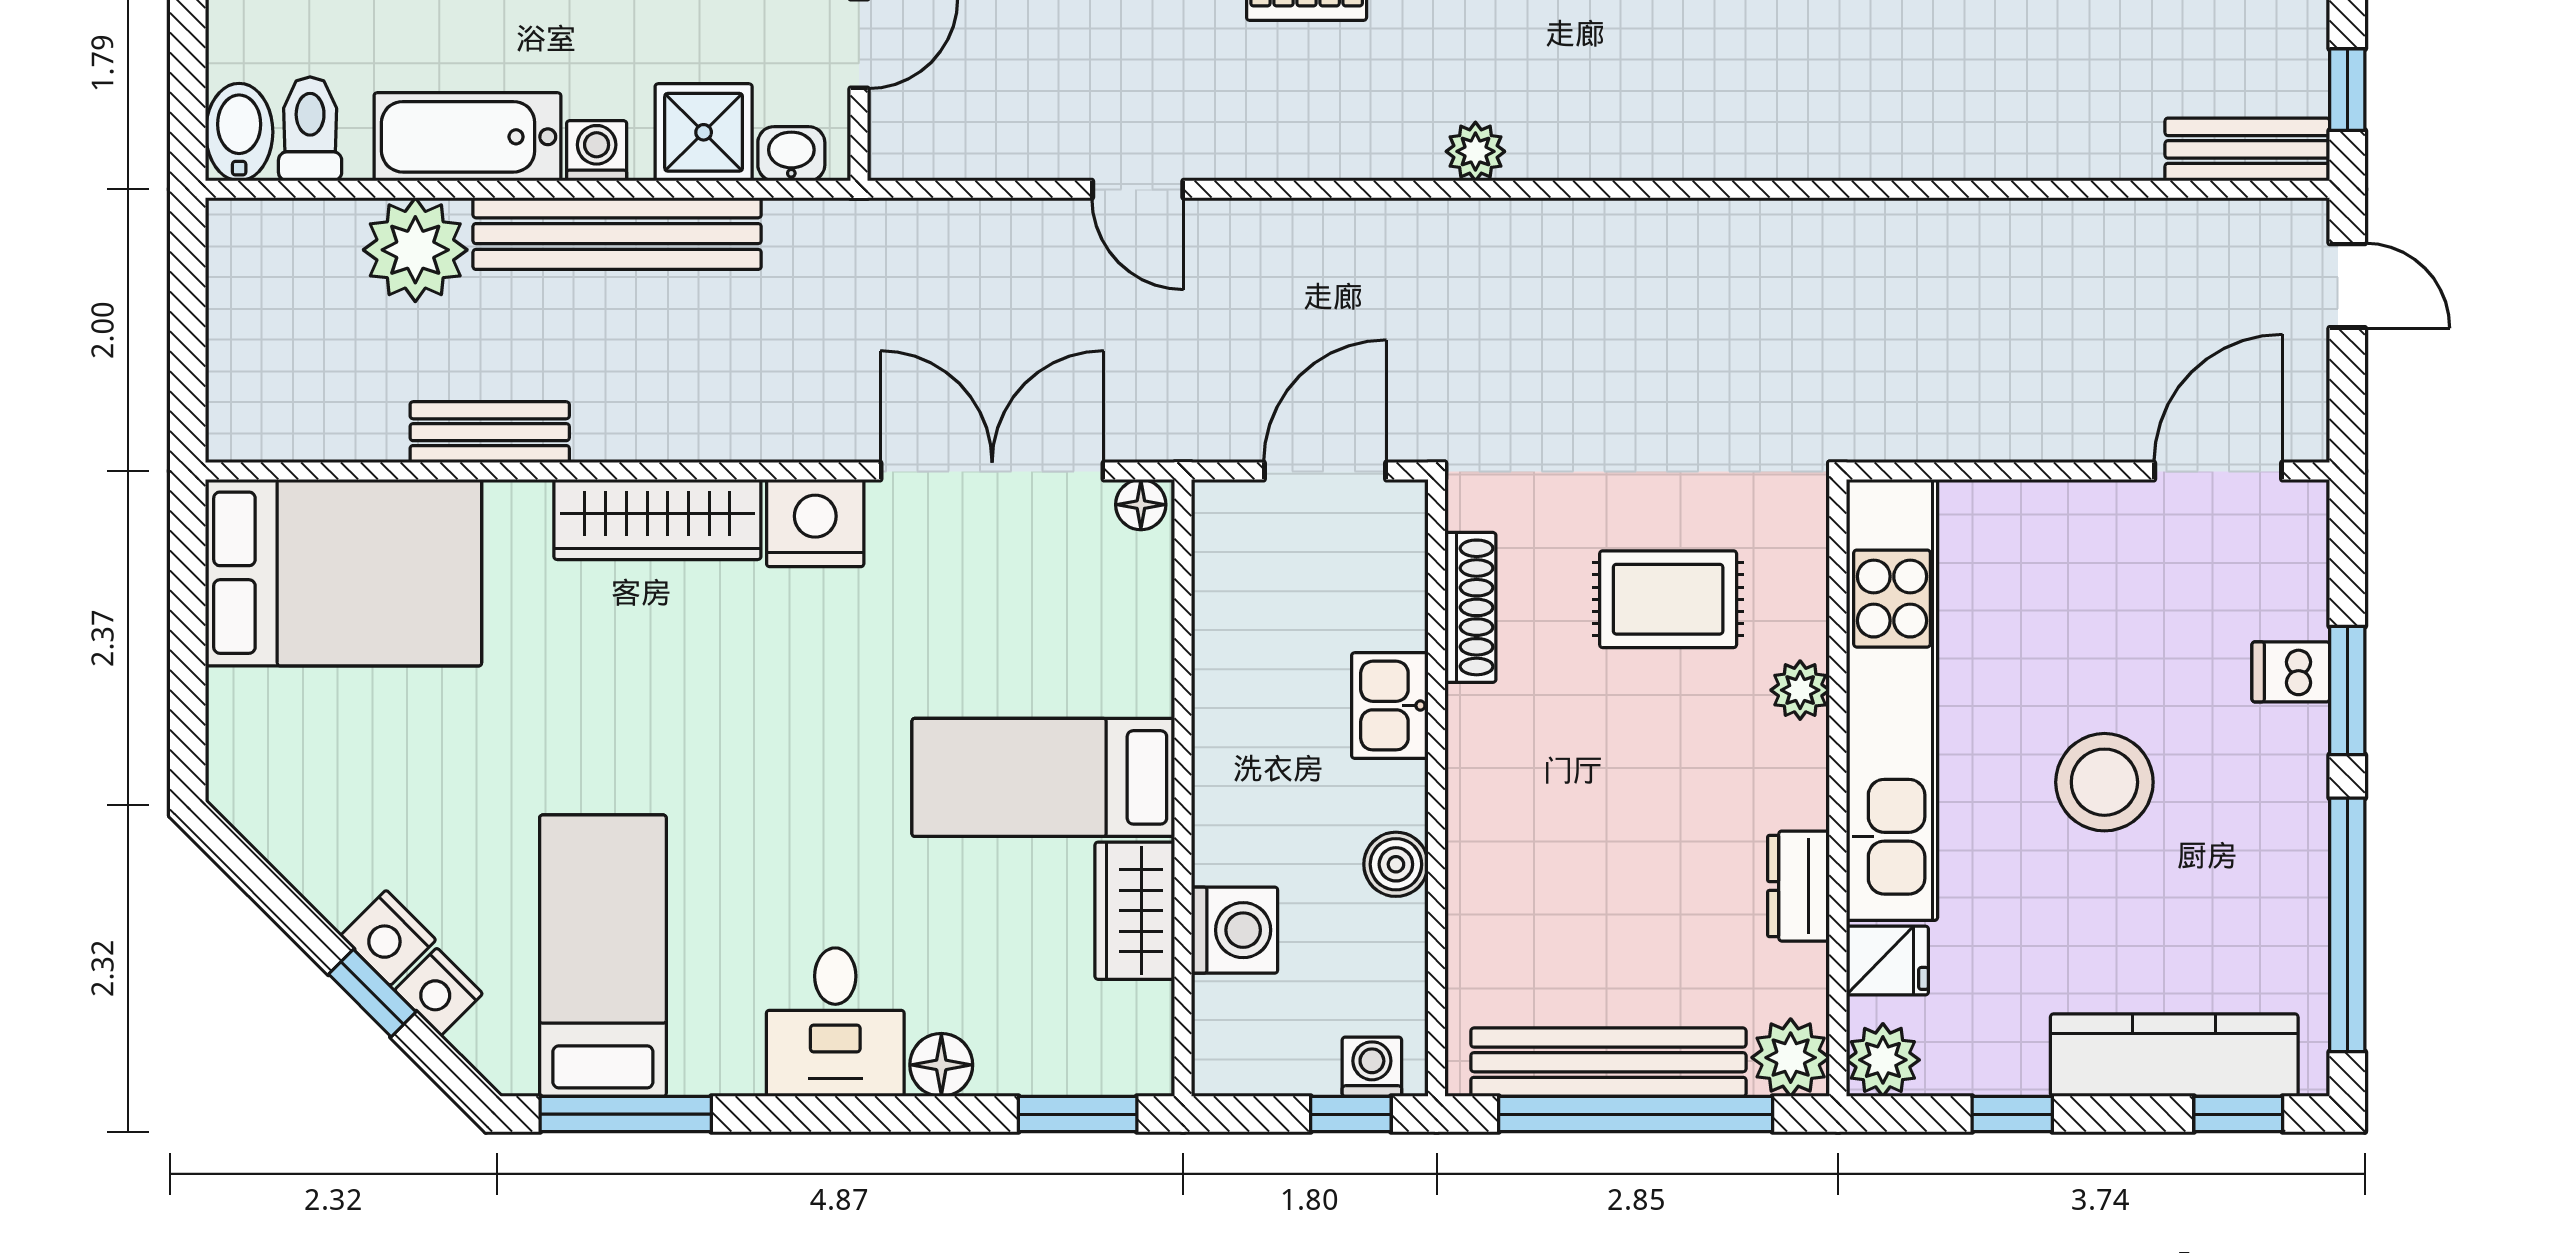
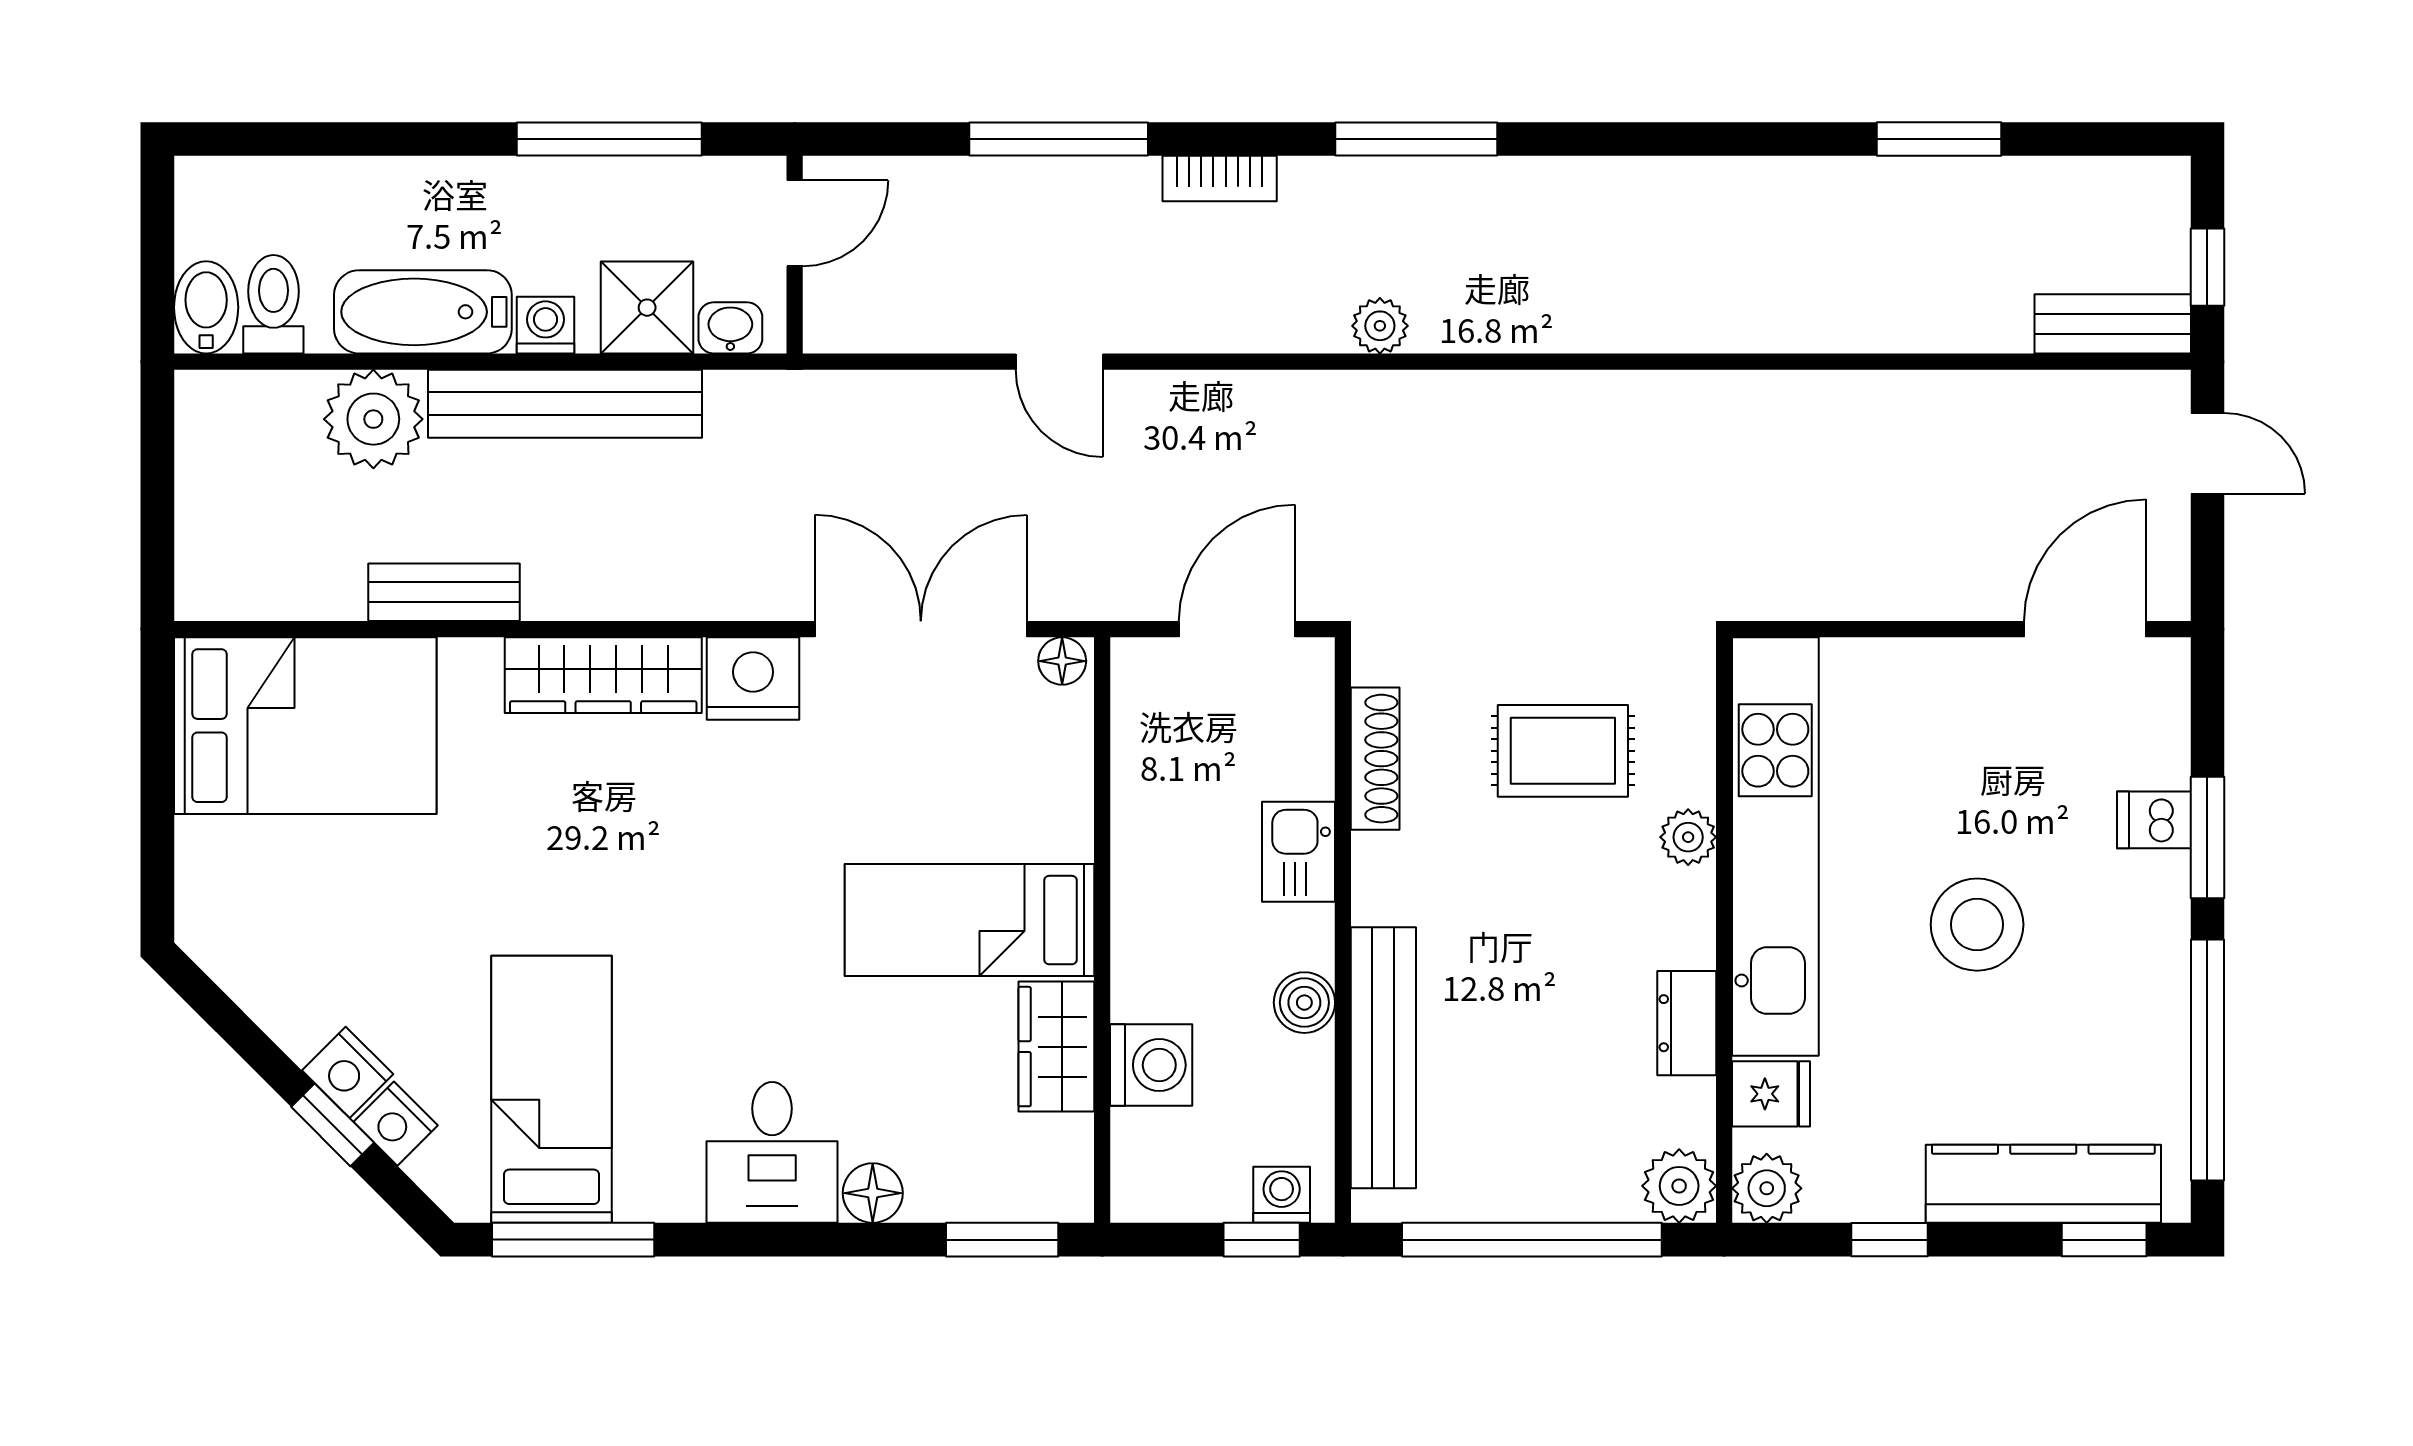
bench: (1608, 1062) -> (1383, 1058), moved, turned 90

